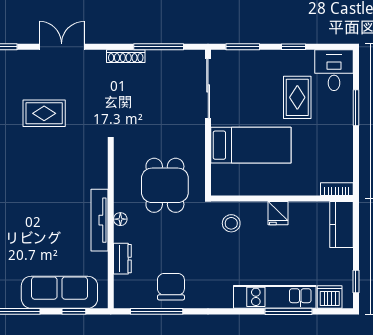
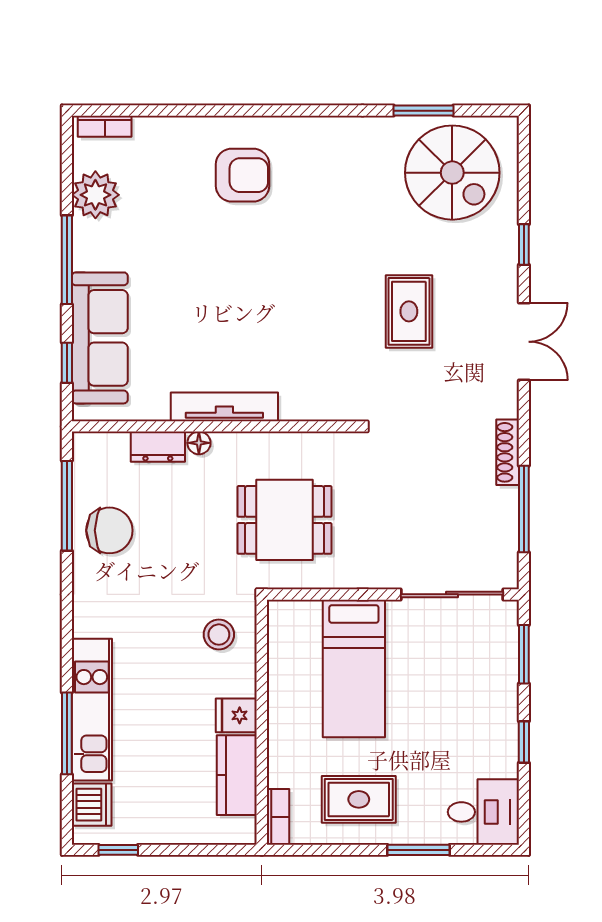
rug: (297, 97) -> (359, 799), moved
floor lamp: (120, 219) -> (199, 443), moved
kitchen counter: (341, 225) -> (237, 775), moved, turned -90

